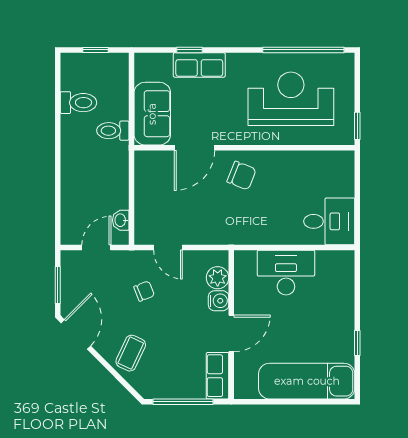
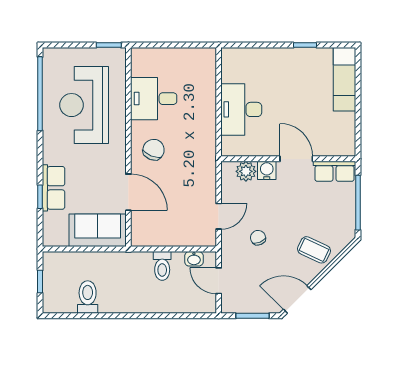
toilet: (113, 131) -> (162, 266), moved
desk: (329, 221) -> (154, 99), moved, turned -90
exam couch: (307, 381) -> (344, 79), width x0.73, depth x0.69

